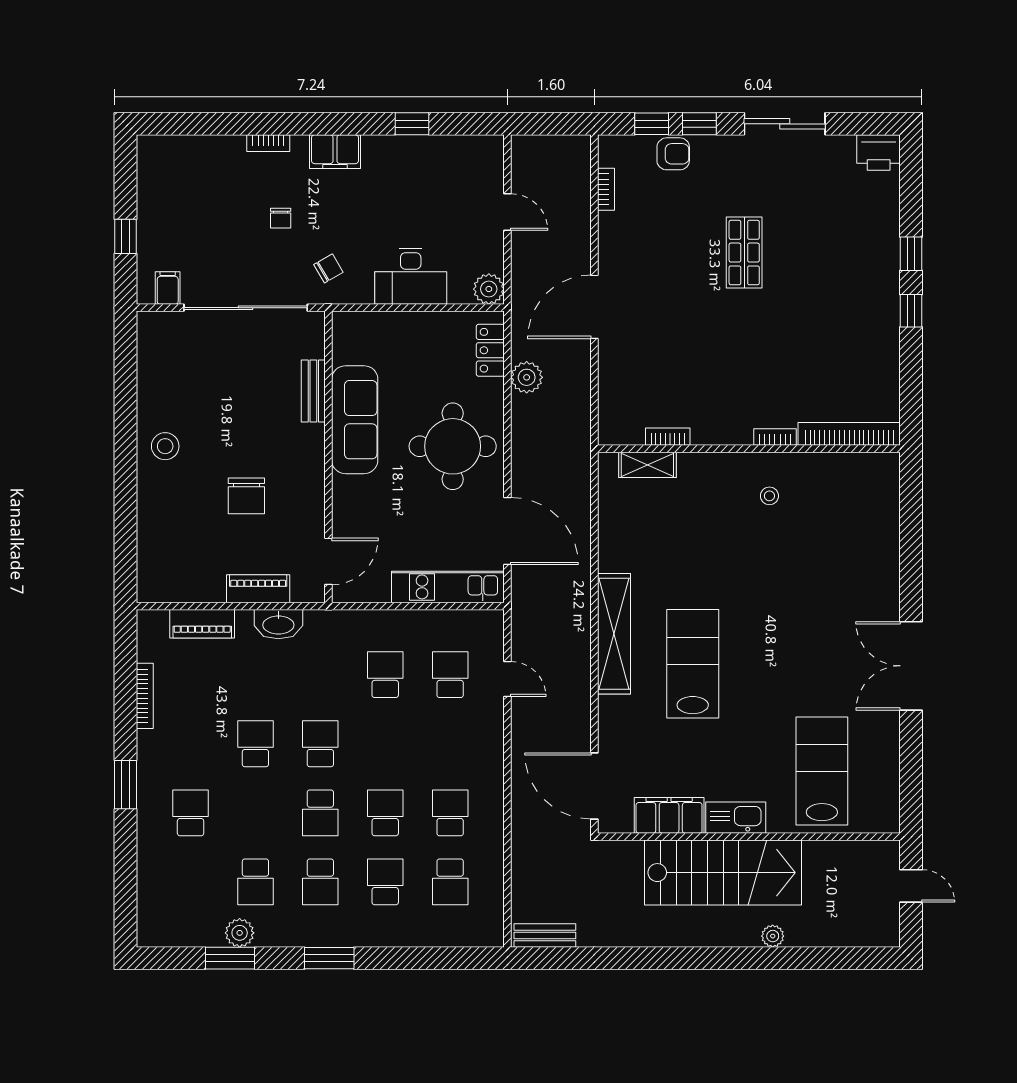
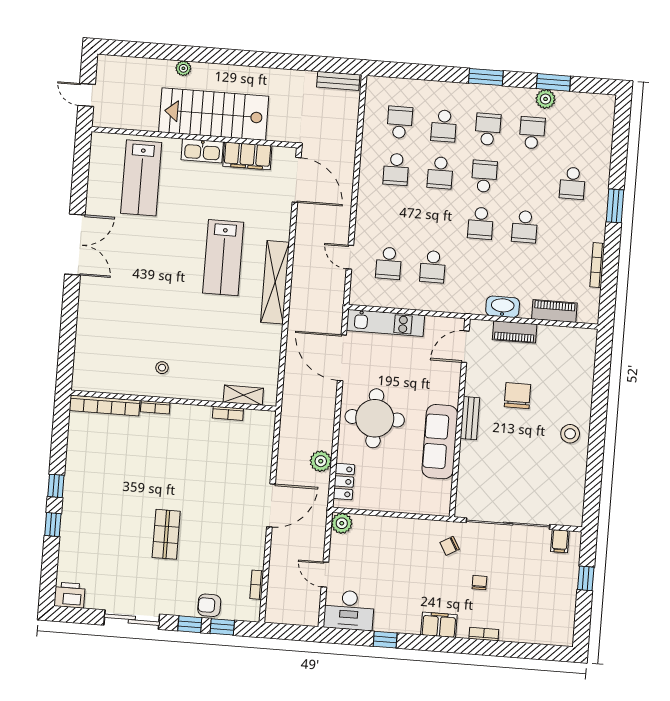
desk: (411, 276) -> (349, 610), moved, turned 180
bench: (313, 391) -> (470, 418), moved

